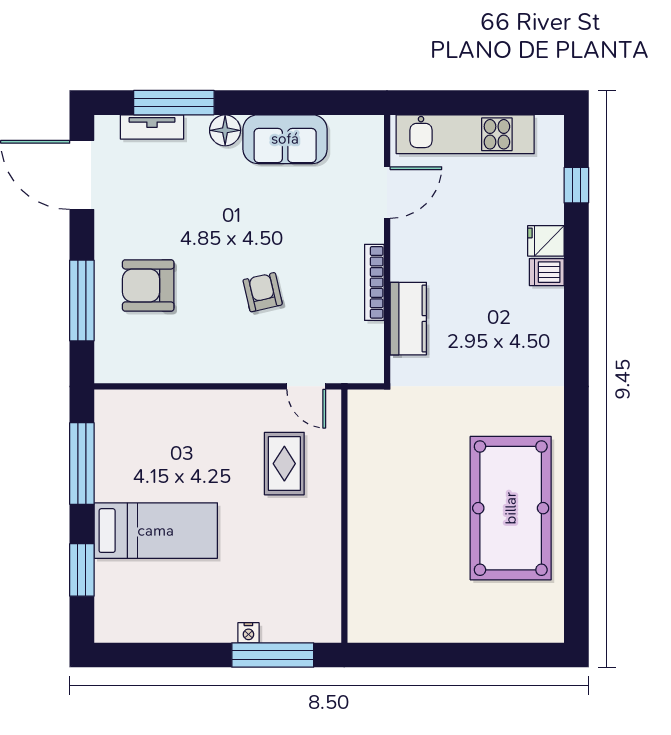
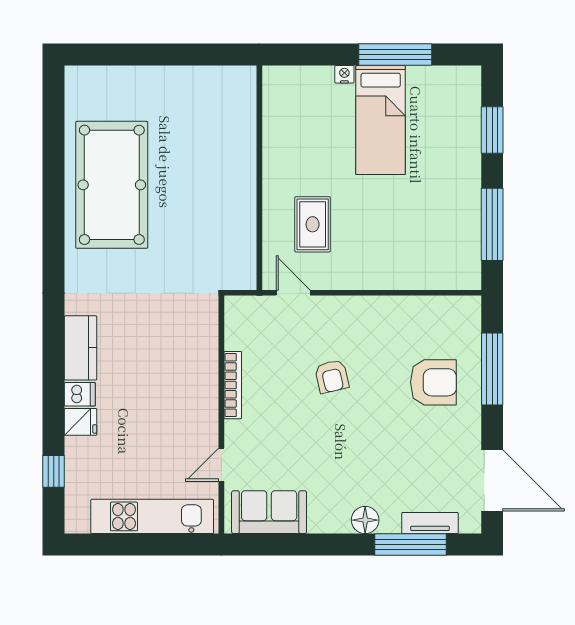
sofa: (285, 139) -> (269, 512), moved
door: (387, 193) -> (221, 465), width x0.73
kitchen counter: (408, 319) -> (80, 348), moved, turned 180
bed: (156, 531) -> (381, 120), moved, turned -90
window: (273, 655) -> (395, 55), moved

